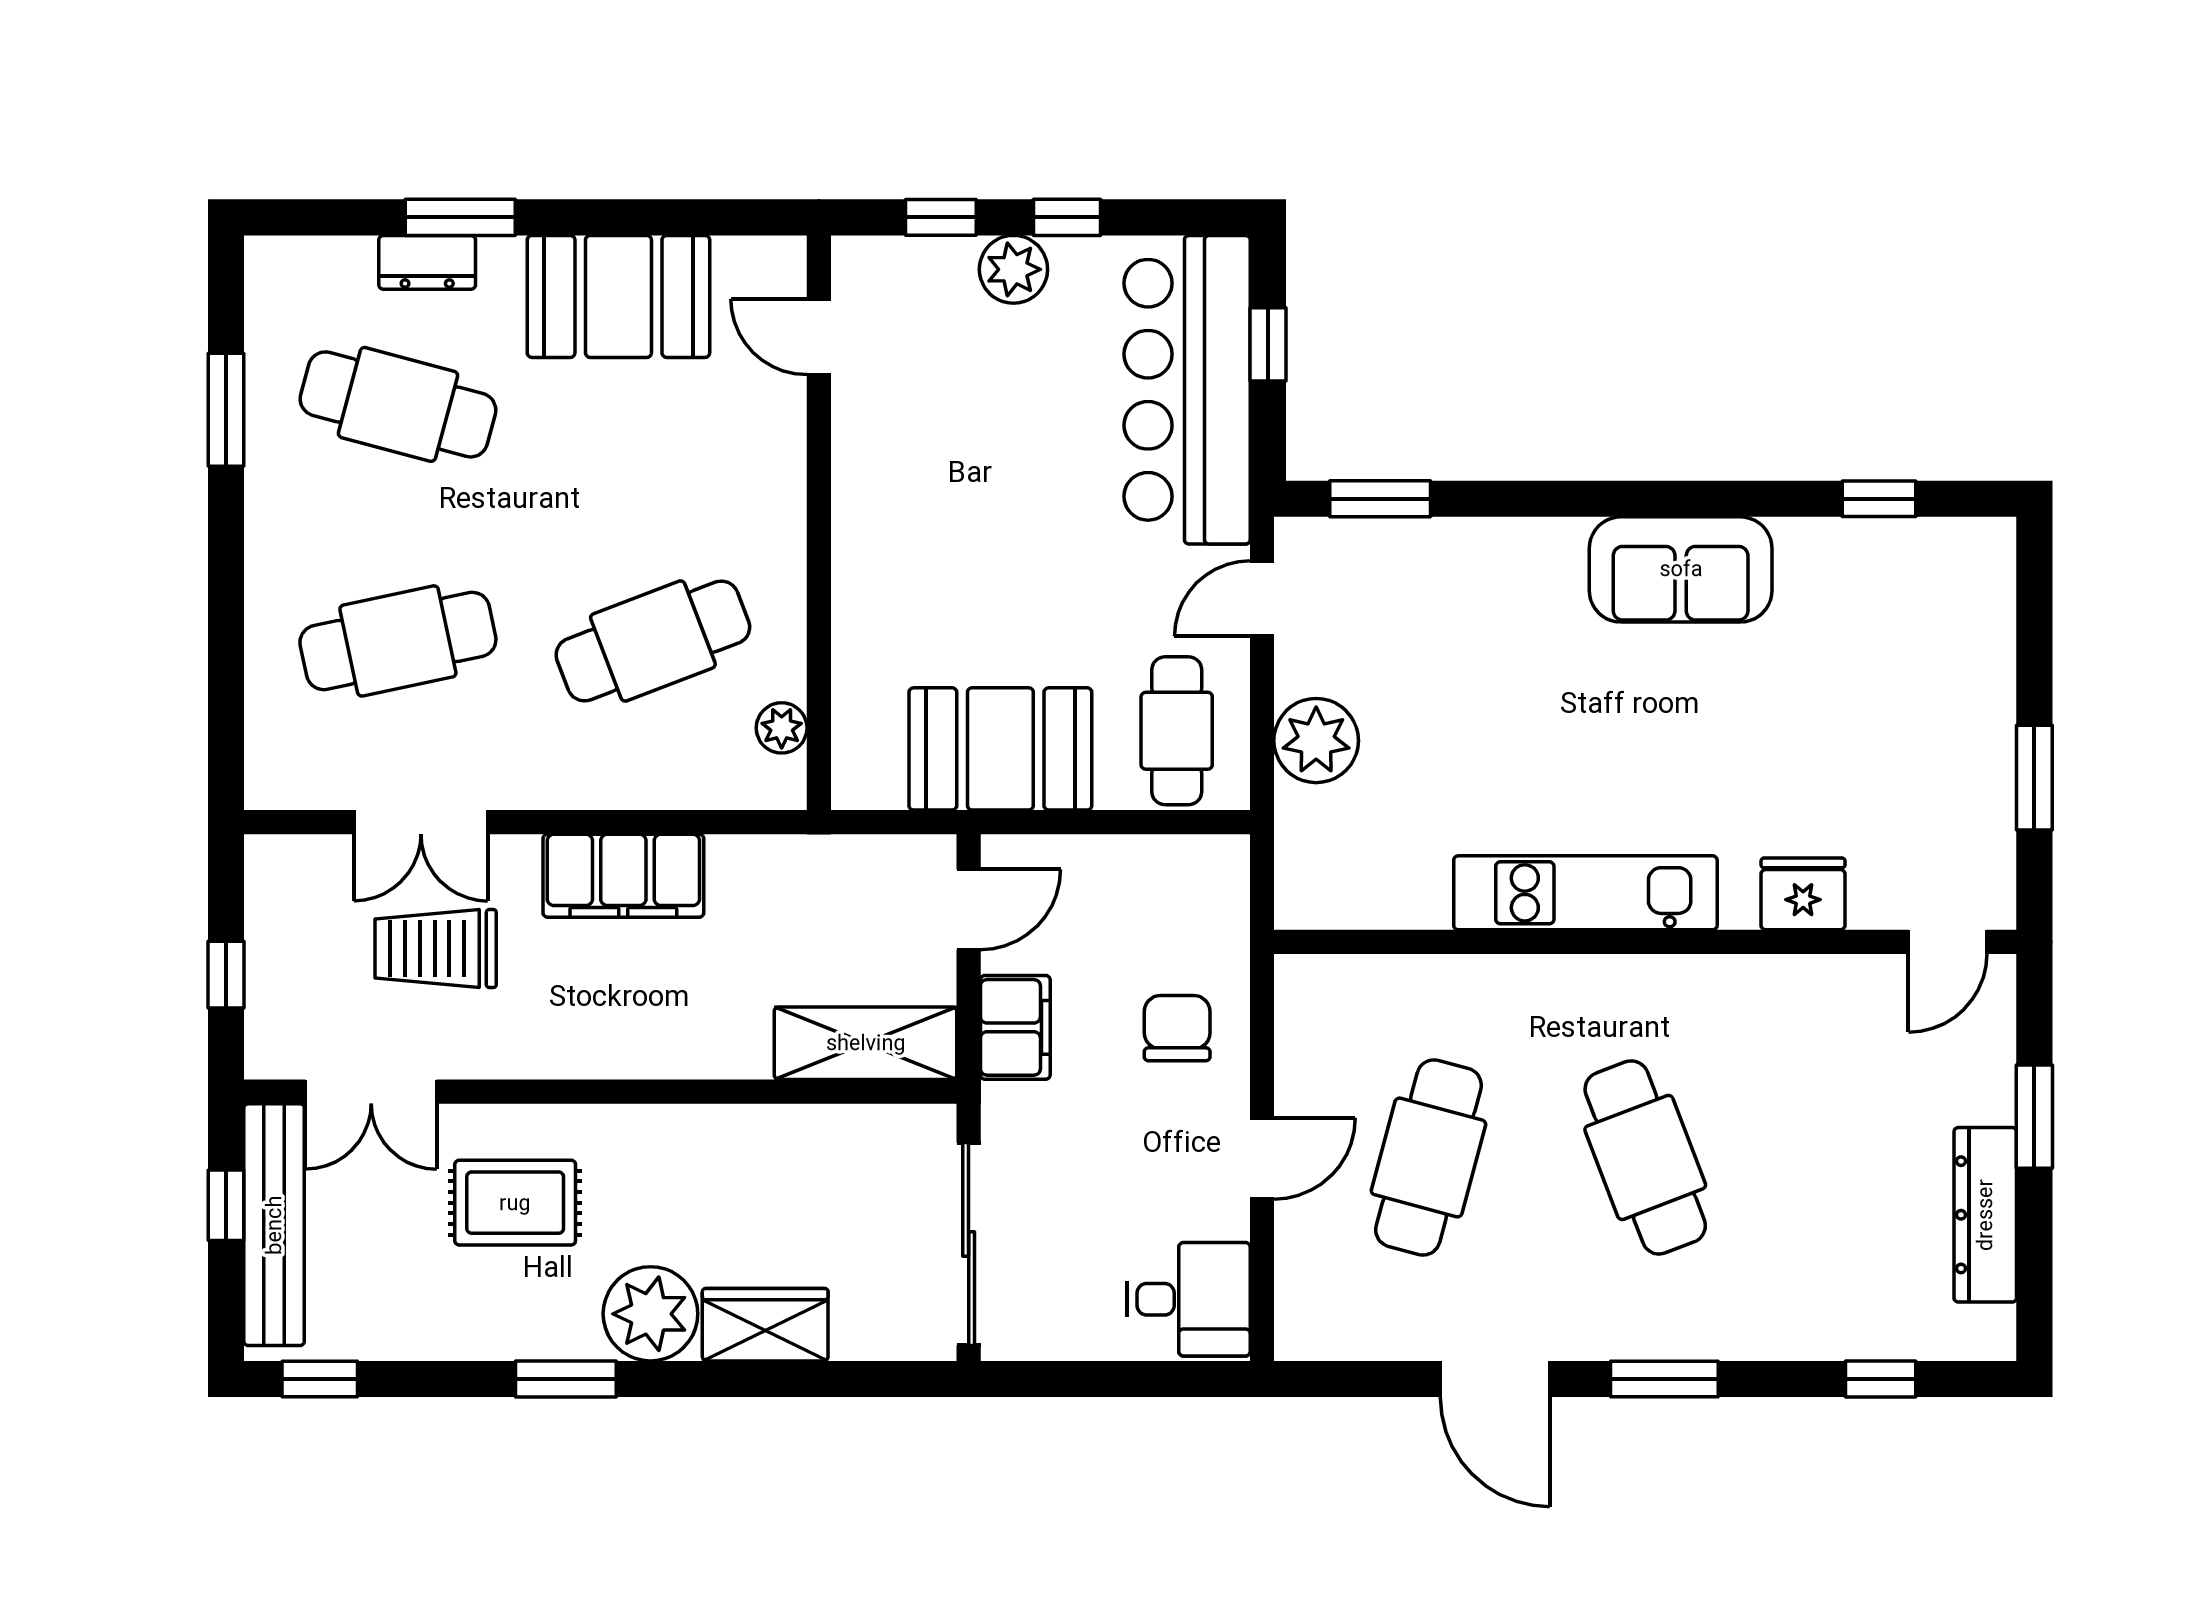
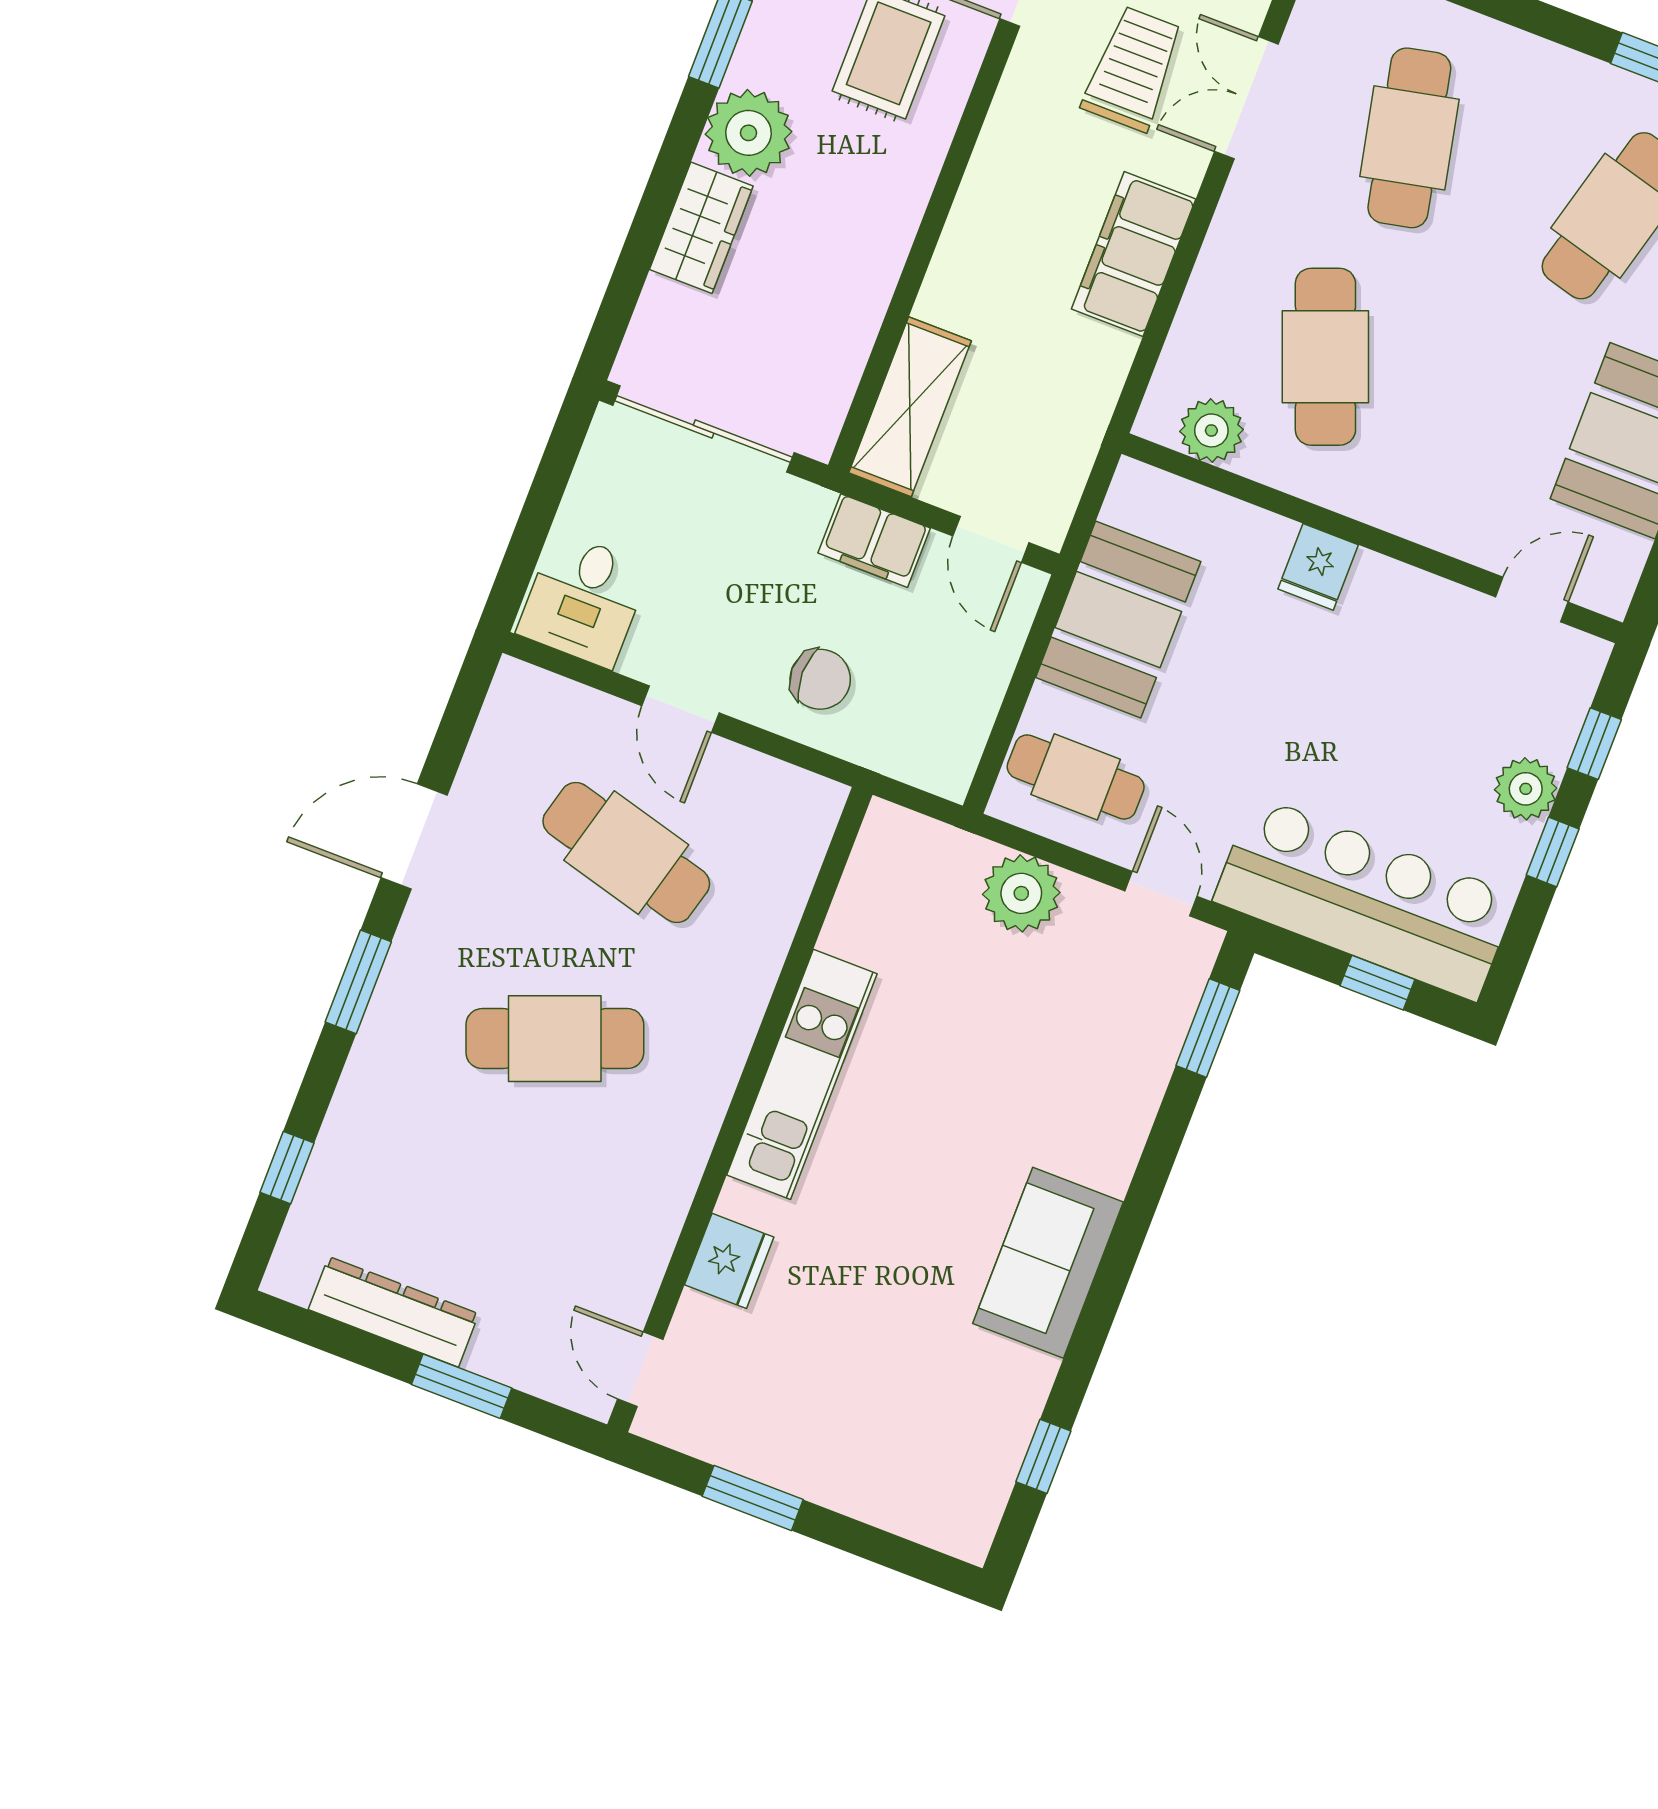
fridge: (869, 567) -> (1318, 567), added
plant: (782, 728) -> (1211, 430), width x1.38, depth x1.38

